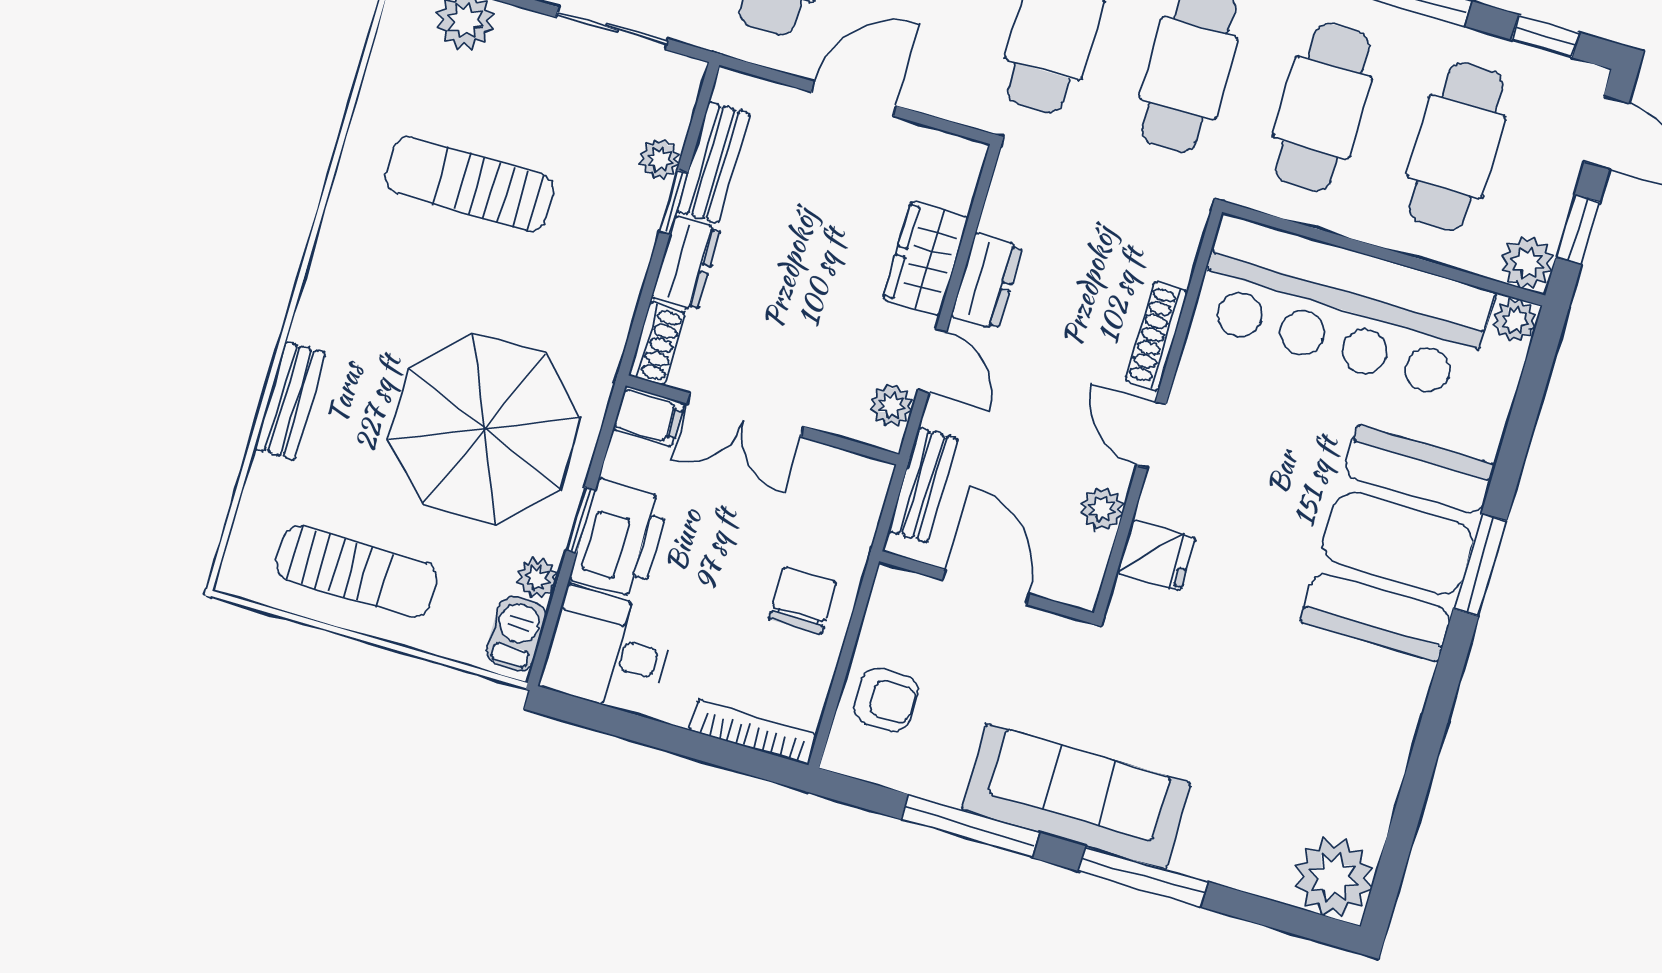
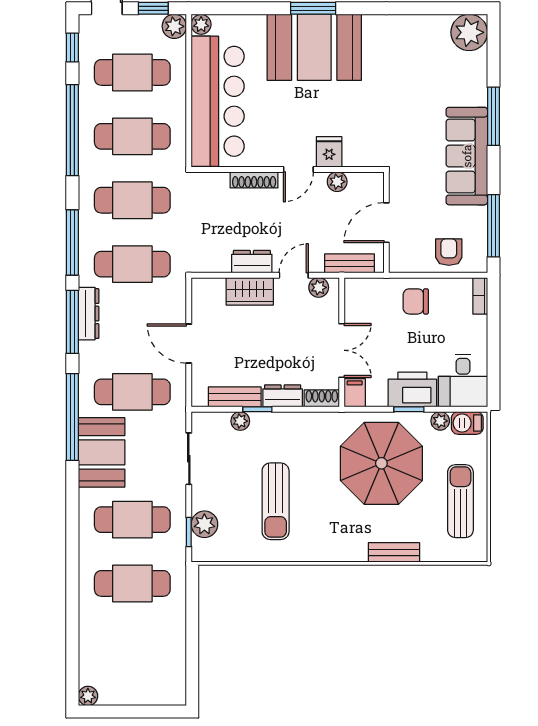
fridge: (1156, 555) -> (329, 152), moved
bookcase: (753, 732) -> (480, 296), width x0.64
window: (970, 826) -> (493, 226), moved

